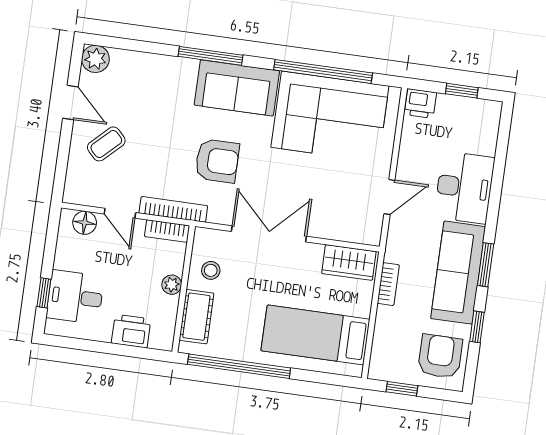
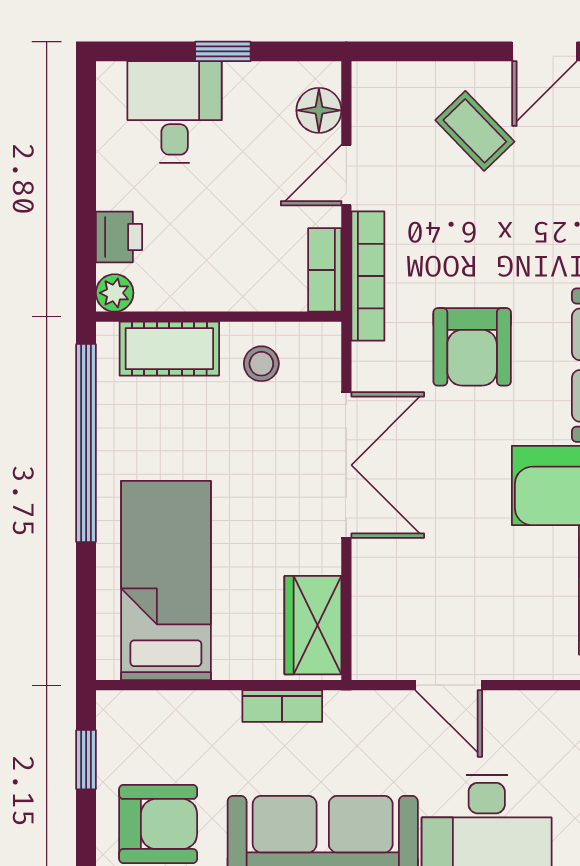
plant: (172, 285) -> (115, 293), moved
window: (44, 293) -> (223, 51), moved
printer: (131, 331) -> (119, 237), width x0.73, depth x0.81

